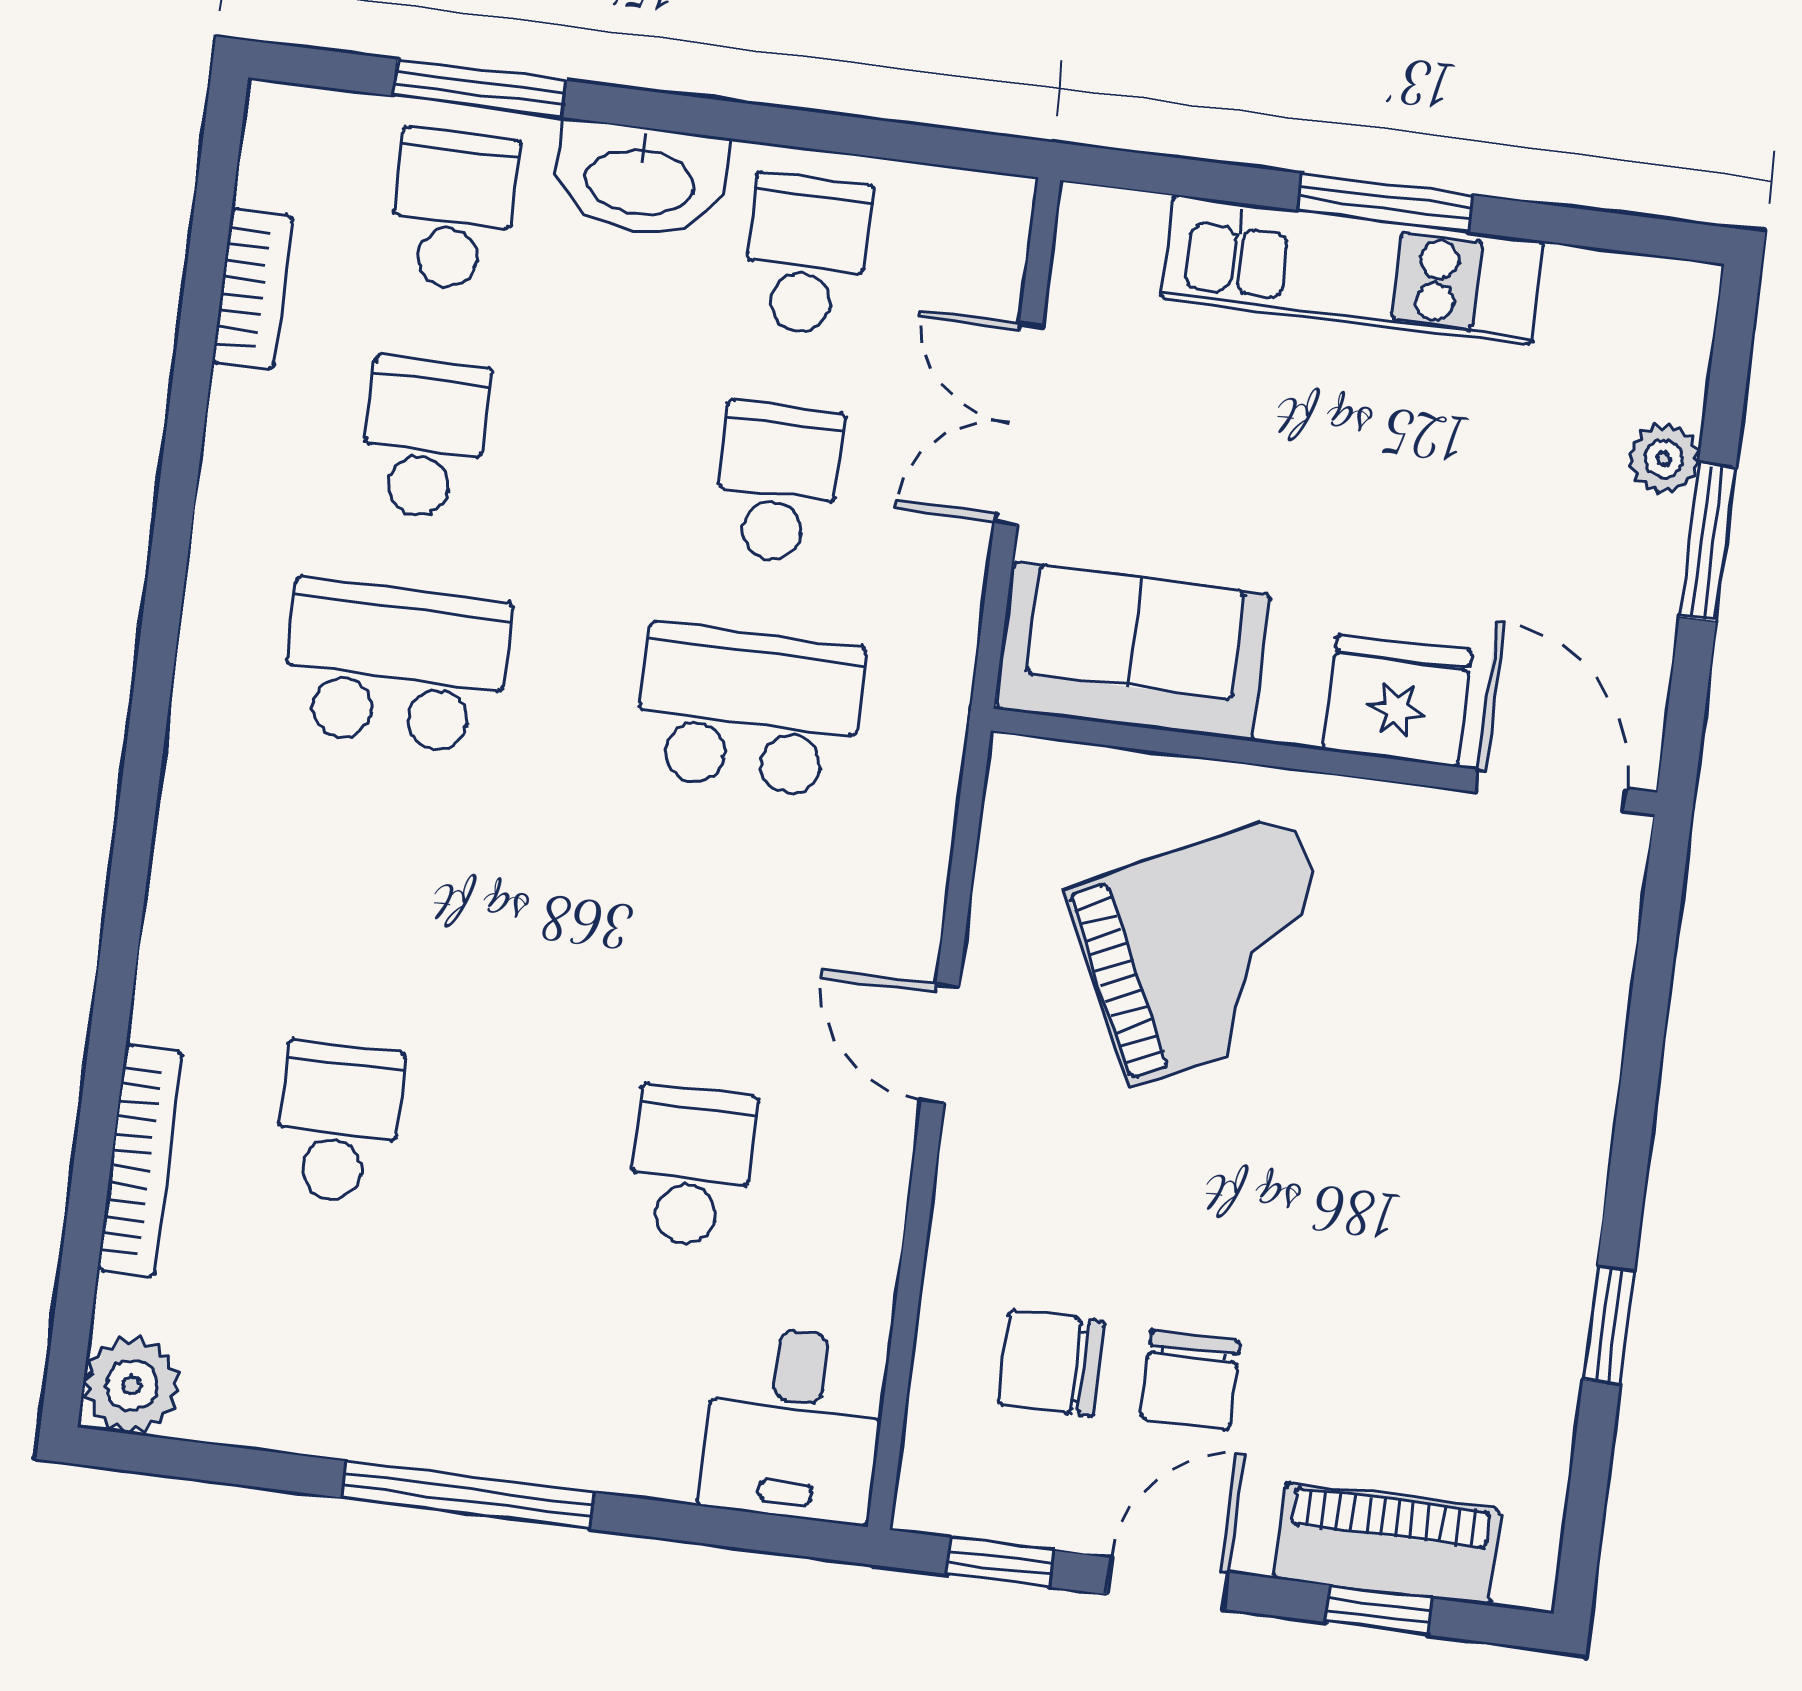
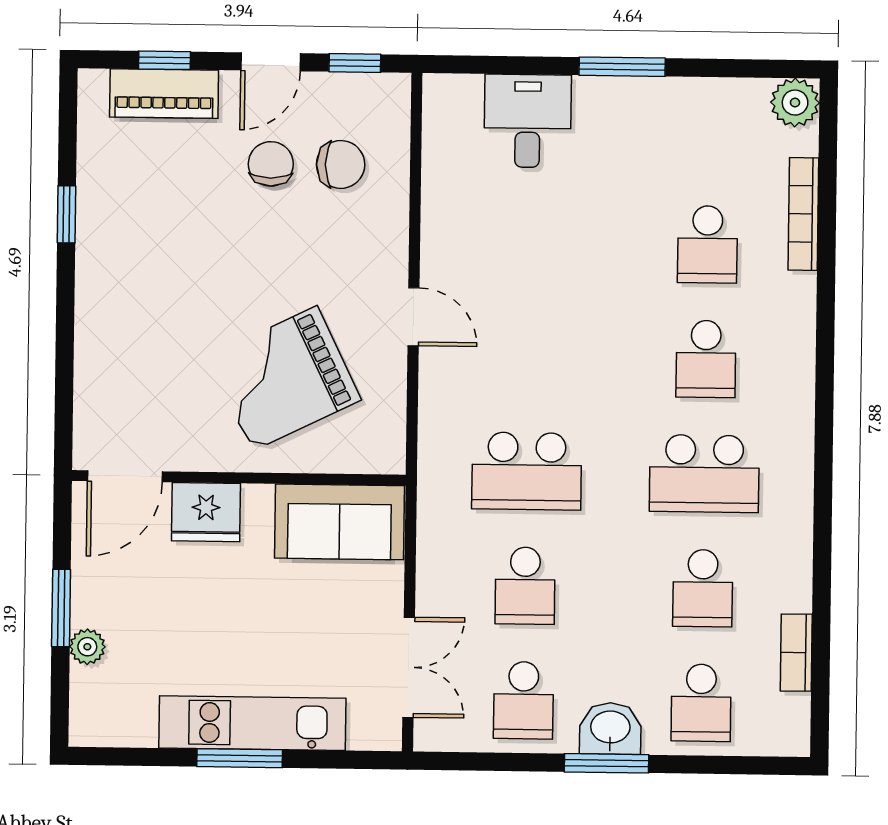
window: (480, 88) -> (607, 763), moved
washbasin: (640, 179) -> (610, 729), width x0.72
double door: (1018, 423) -> (409, 667), moved
door: (1551, 790) -> (125, 476), hinge flipped
school desk: (691, 1167) -> (706, 359), moved
desk: (794, 1424) -> (528, 121), moved
window: (469, 1495) -> (622, 67), width x0.69

